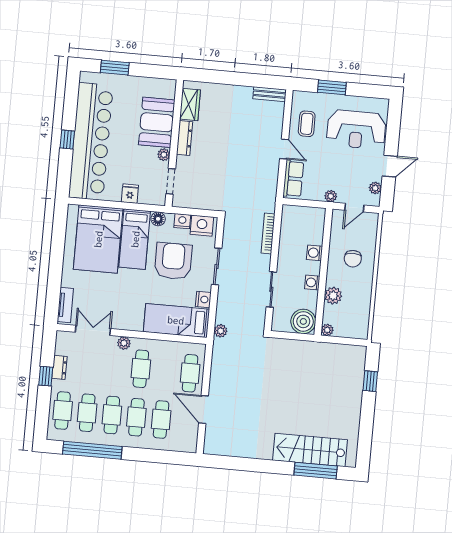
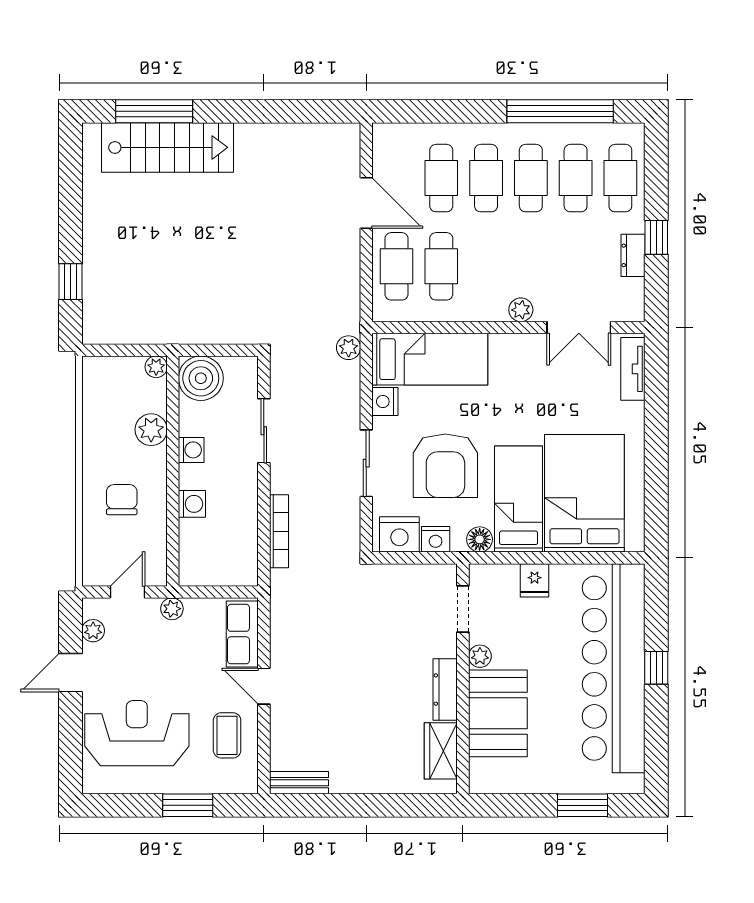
cafe table: (141, 369) -> (441, 266), moved

